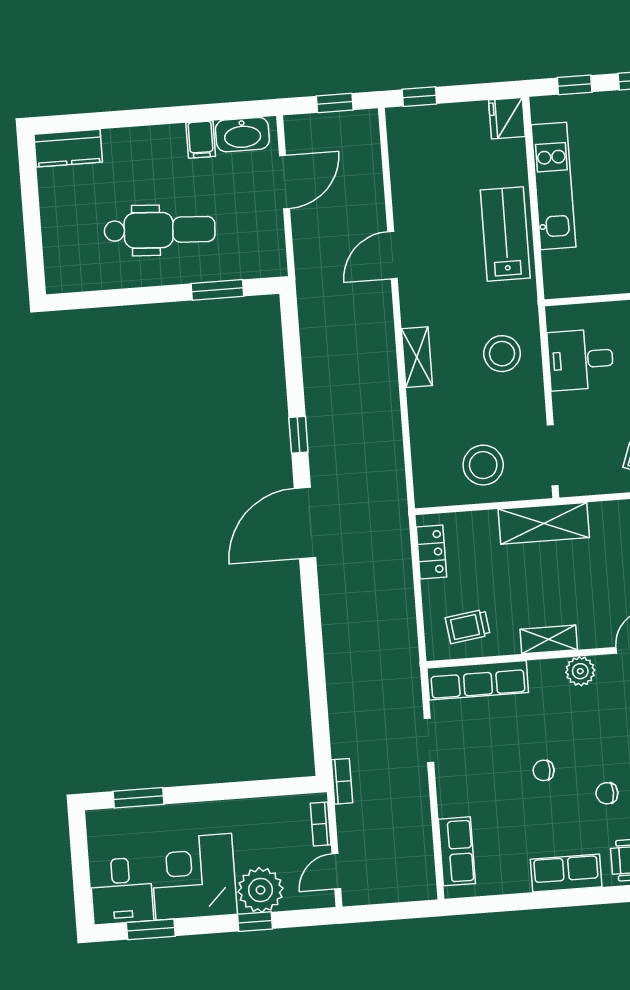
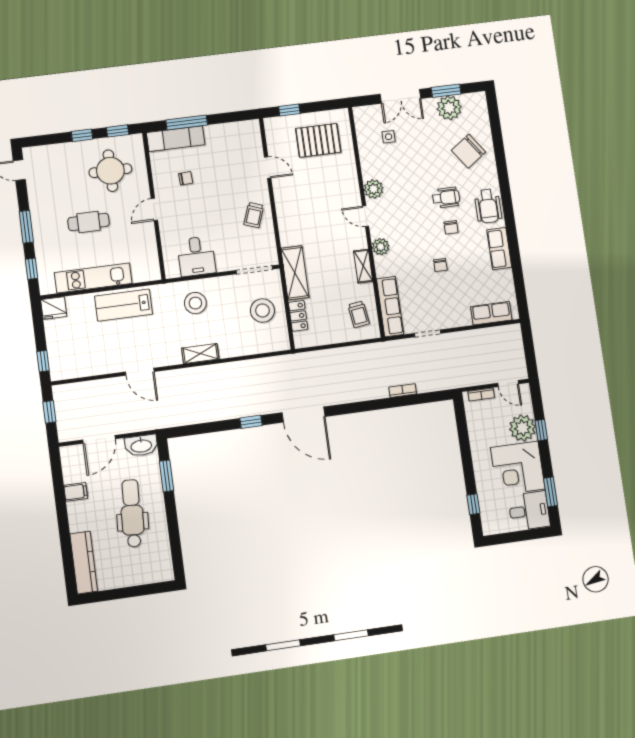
washbasin: (242, 135) -> (141, 445), moved, turned 90
kitchen counter: (68, 148) -> (84, 563), width x1.50
door: (285, 182) -> (99, 439), swing flipped
locker: (431, 552) -> (298, 316), moved, turned 90
bookcase: (342, 781) -> (403, 391), moved
window: (139, 798) -> (473, 504), width x0.67

